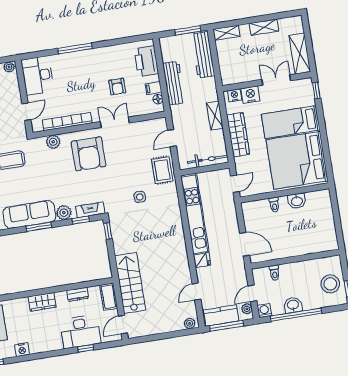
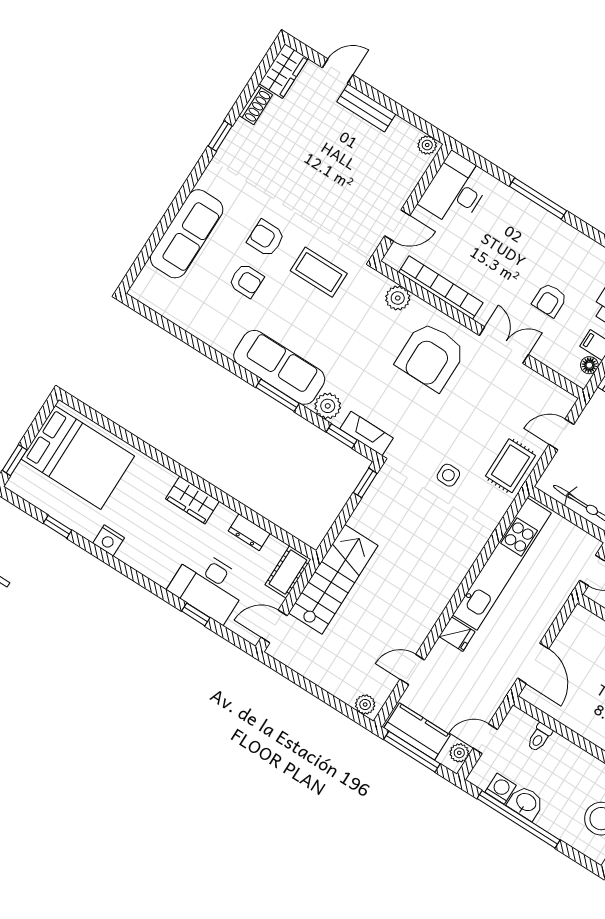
washing machine: (264, 311) -> (501, 789), moved

